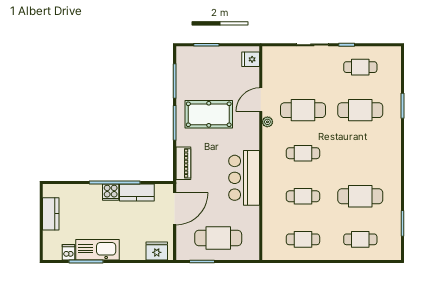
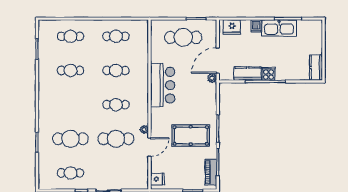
piano: (183, 163) -> (211, 172), moved
plant: (182, 187) -> (212, 78), added
cafe table: (360, 196) -> (70, 70), width x0.73, depth x0.74
kitchen counter: (51, 214) -> (316, 68), moved
dishwasher: (69, 252) -> (256, 26), moved

